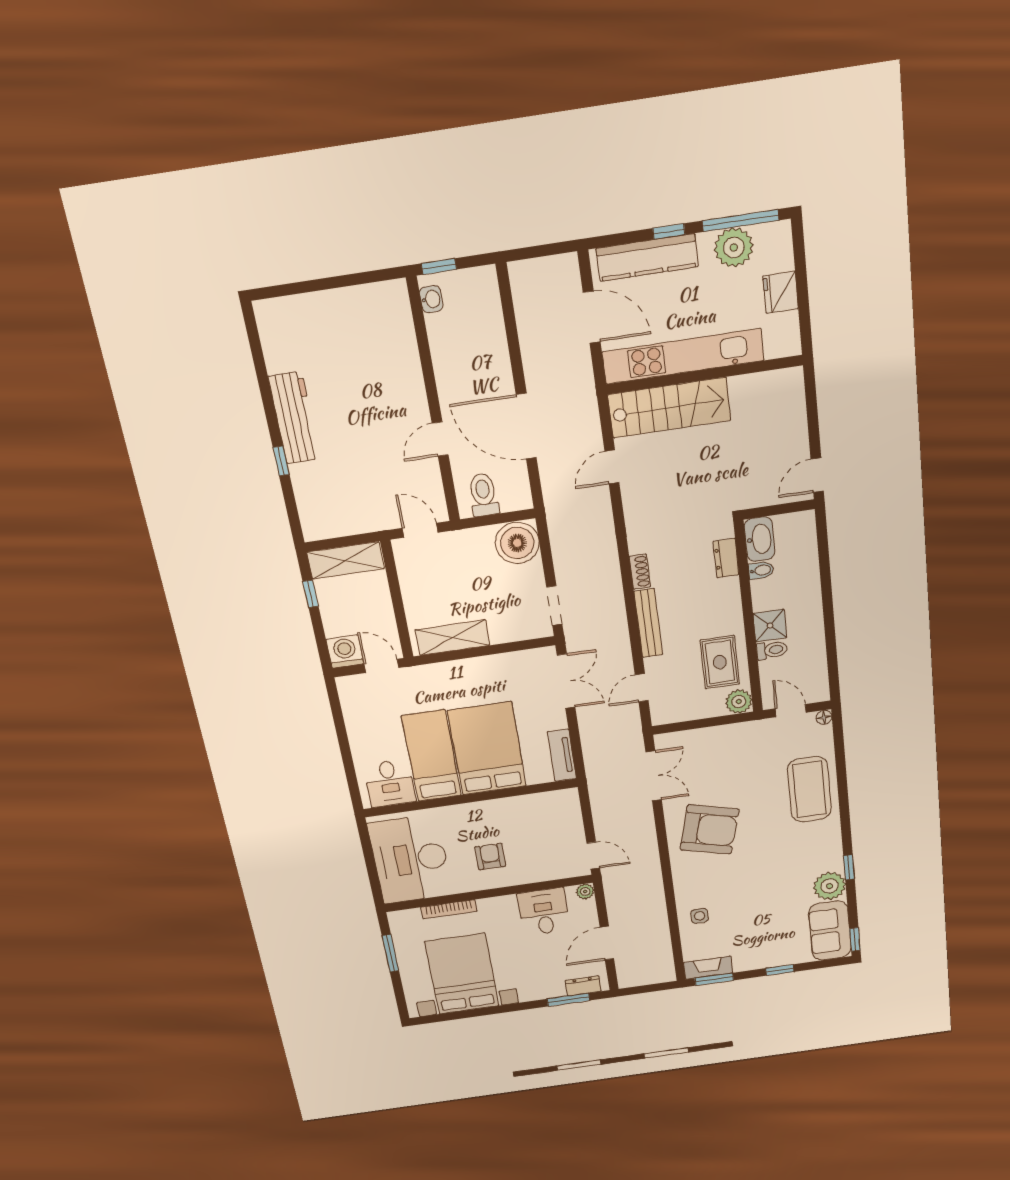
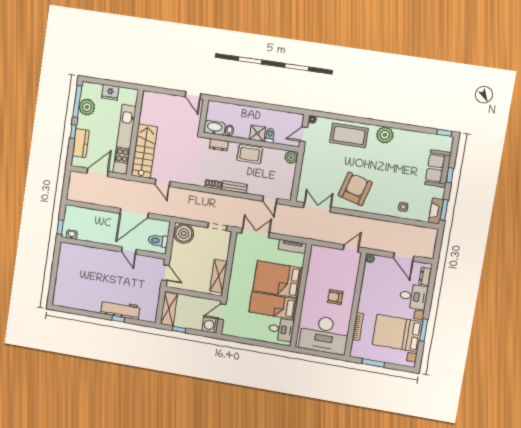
kitchen counter: (647, 257) -> (81, 143), width x0.67
workbench: (294, 418) -> (120, 310), moved
door: (420, 530) -> (165, 273), swing flipped
bench: (648, 623) -> (235, 187), width x0.73
rug: (720, 662) -> (250, 154), moved
window: (849, 867) -> (400, 126), removed
plant: (830, 886) -> (385, 135), moved
desk: (544, 912) -> (414, 296), moved, turned 180
sofa: (830, 931) -> (438, 169), moved, turned 90
window: (568, 1000) -> (424, 330), moved

